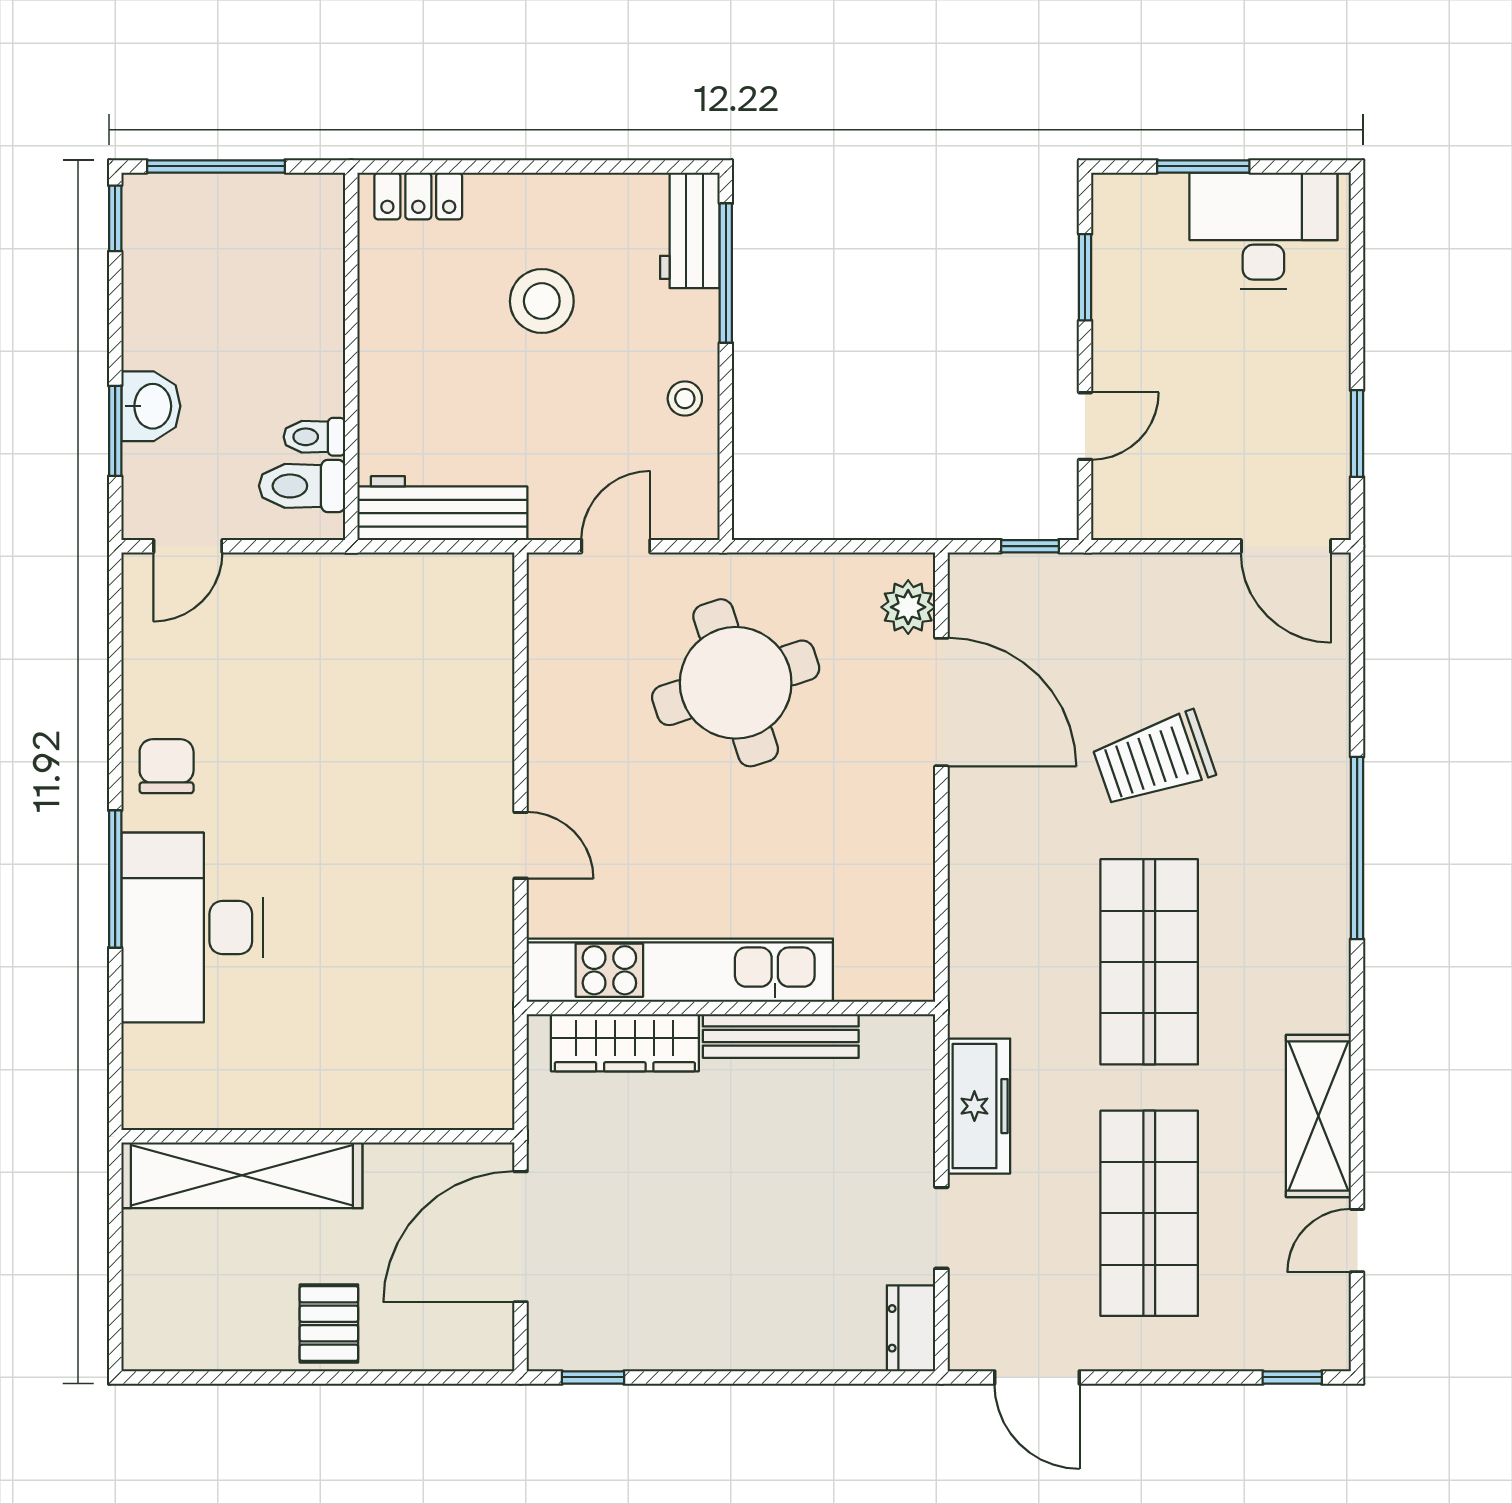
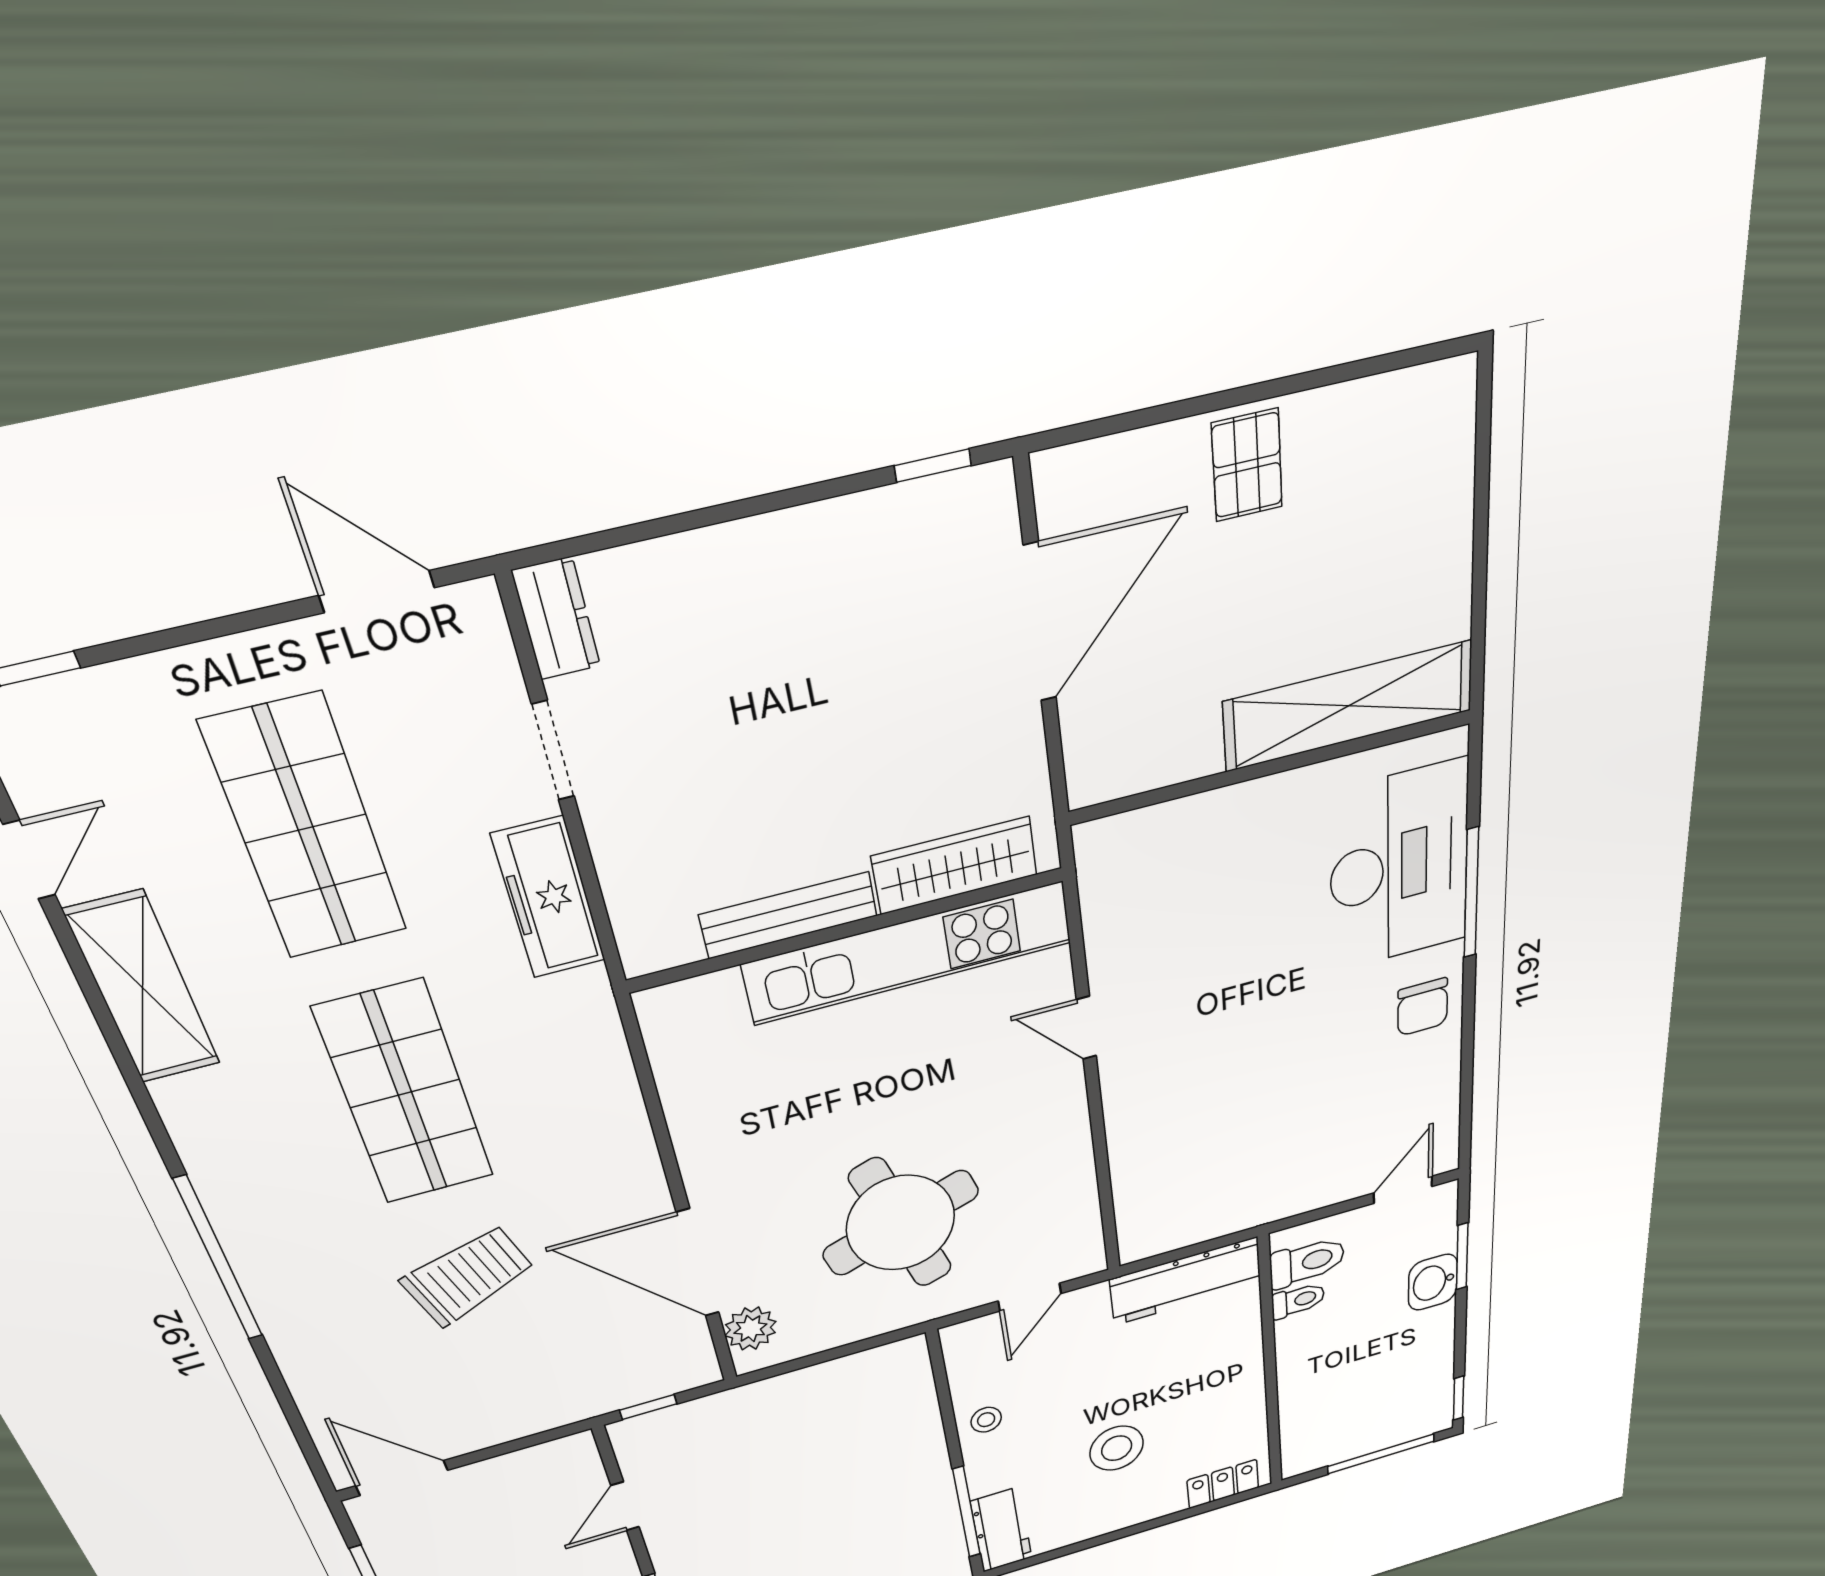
wall: (318, 1136) -> (1272, 767), moved
shelving: (242, 1175) -> (1349, 706), moved

